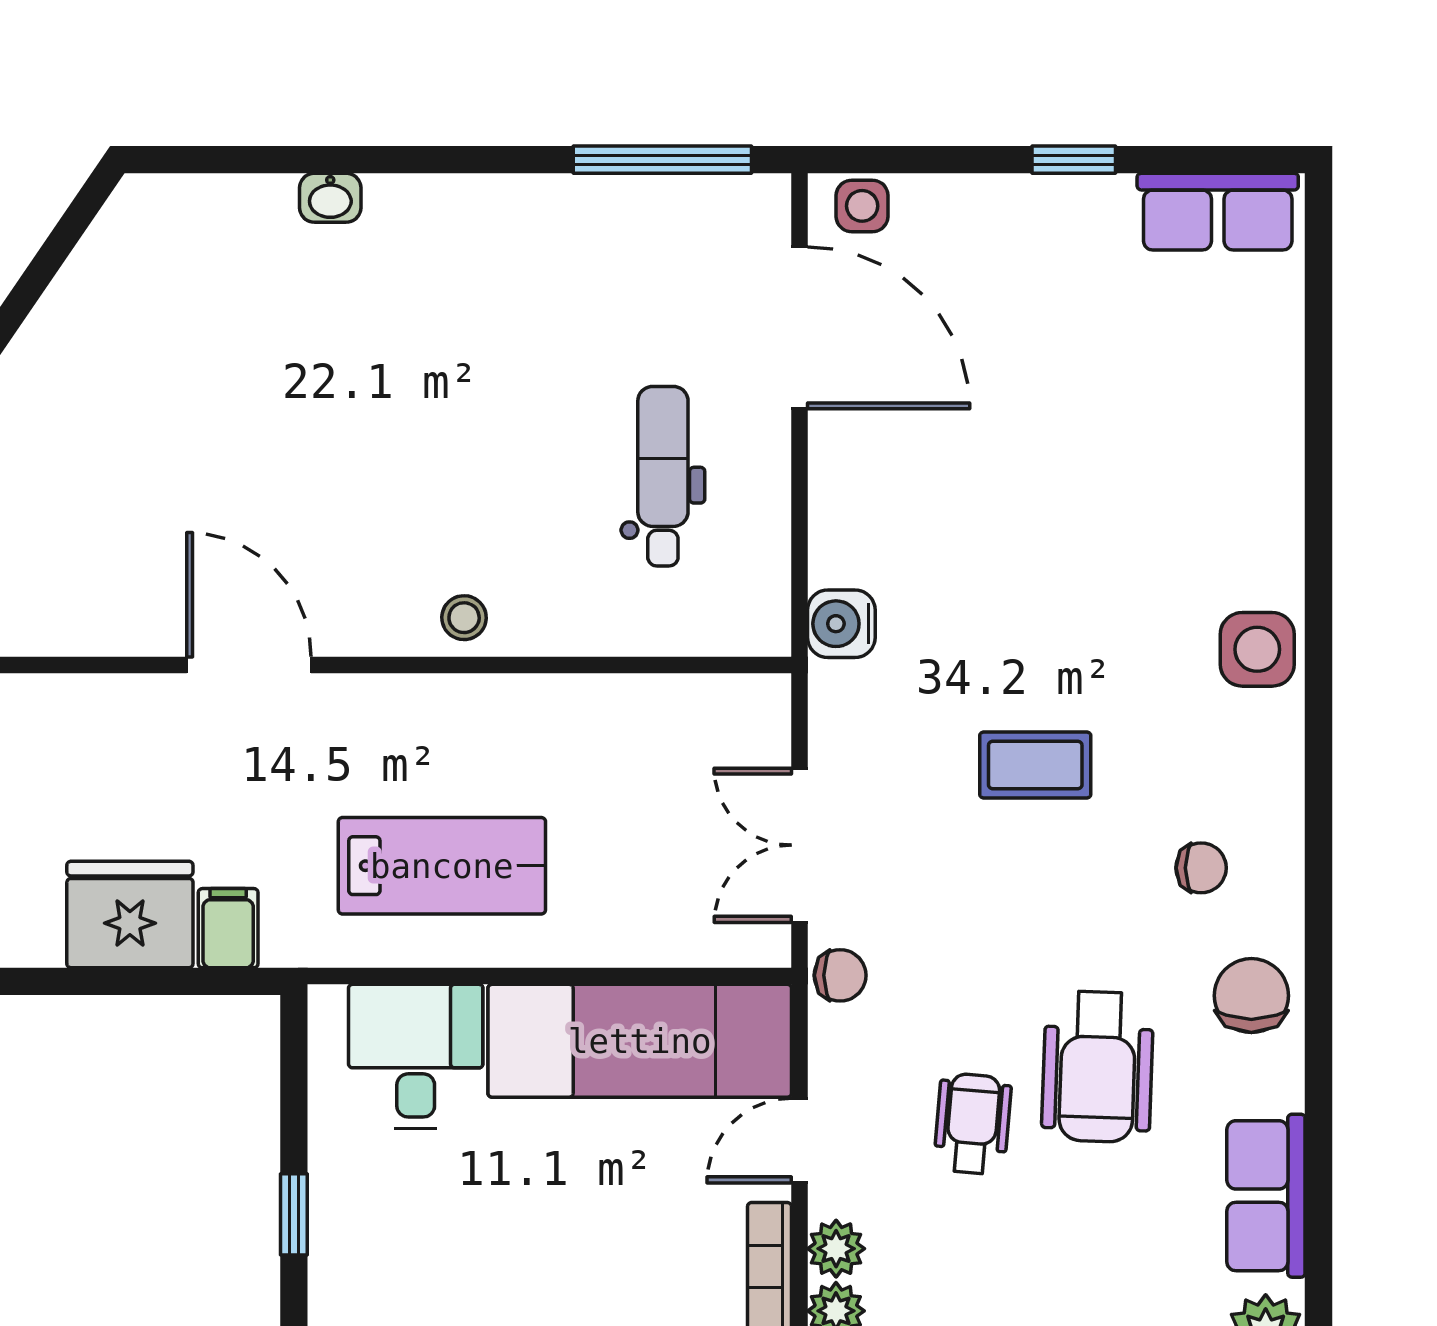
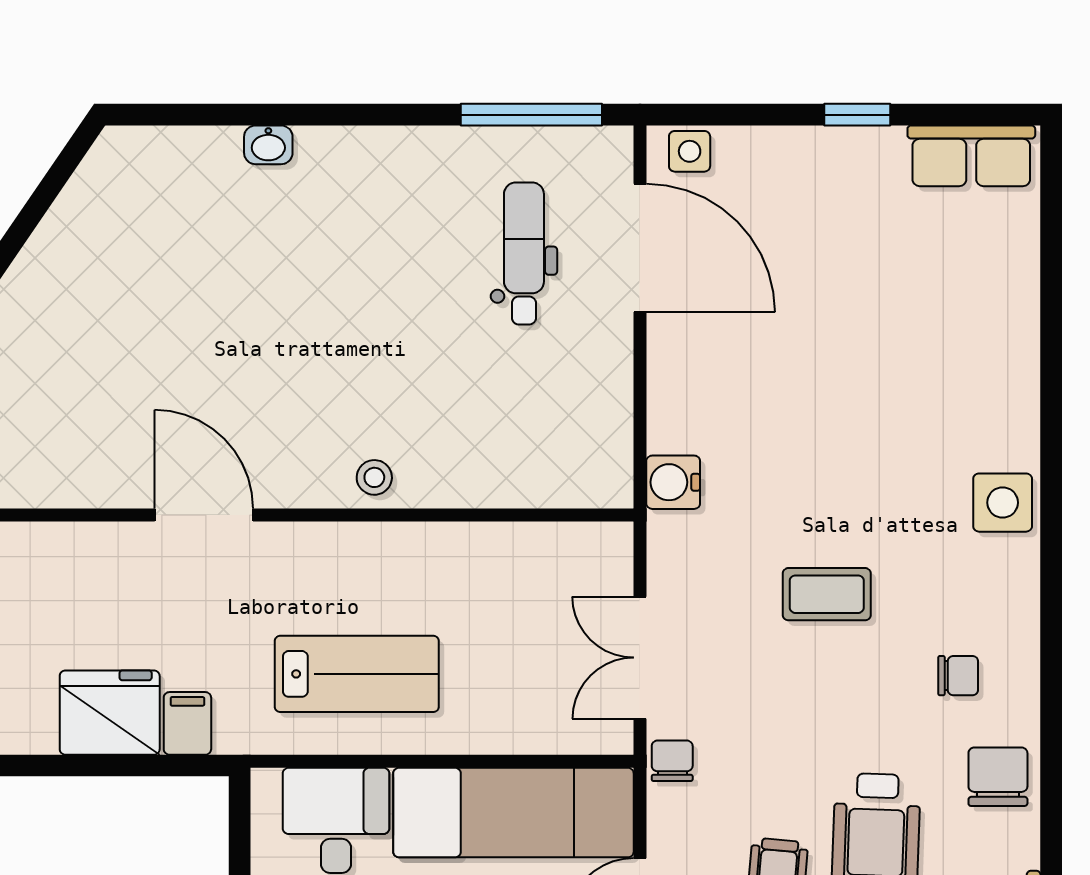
dental chair: (663, 476) -> (524, 254), moved
chair: (840, 975) -> (672, 761), turned -90

